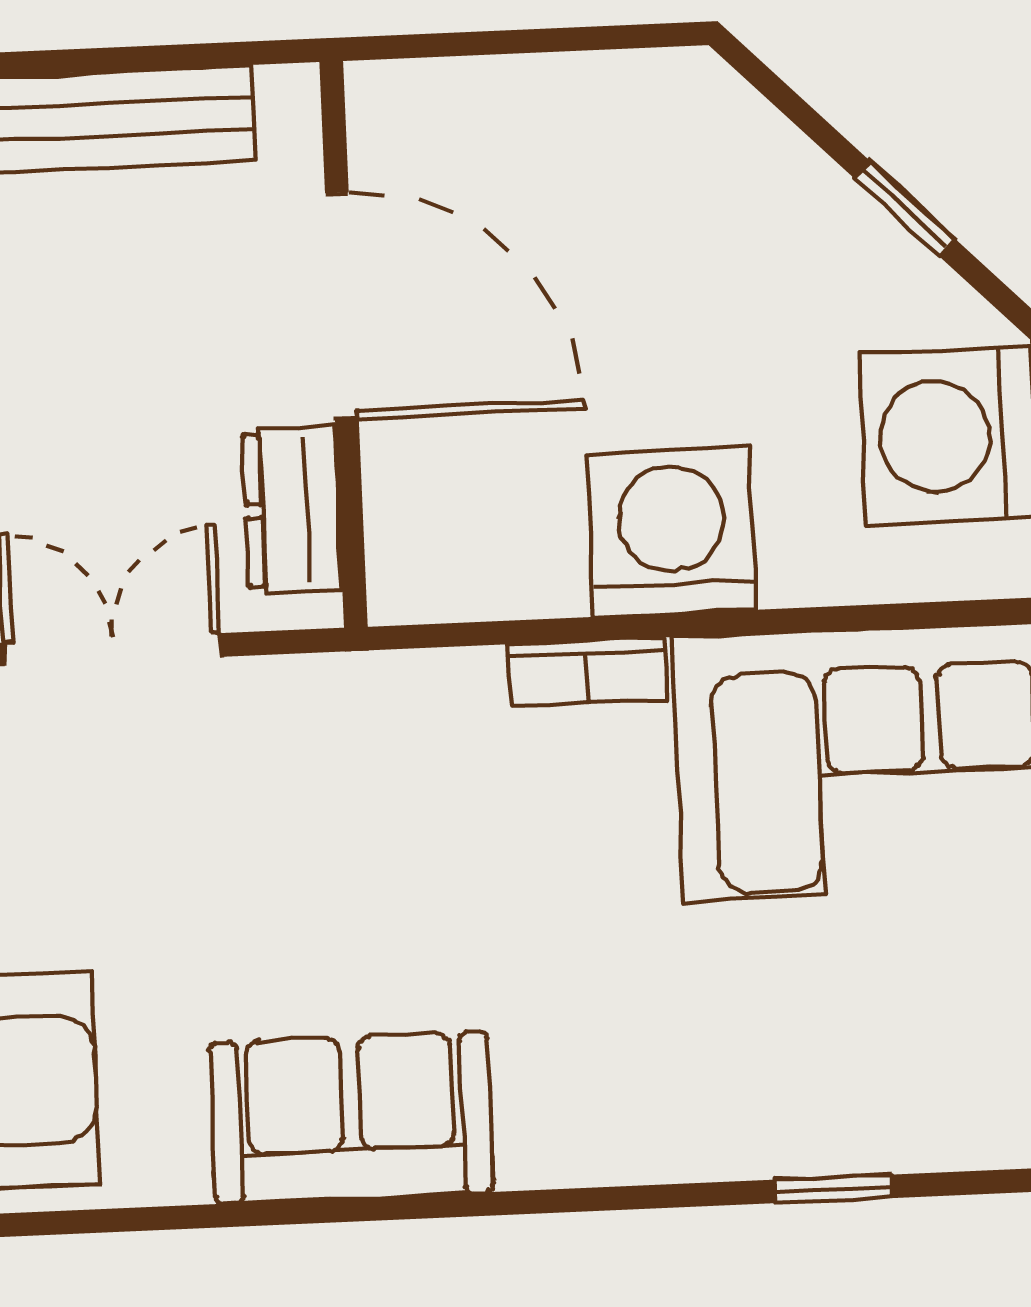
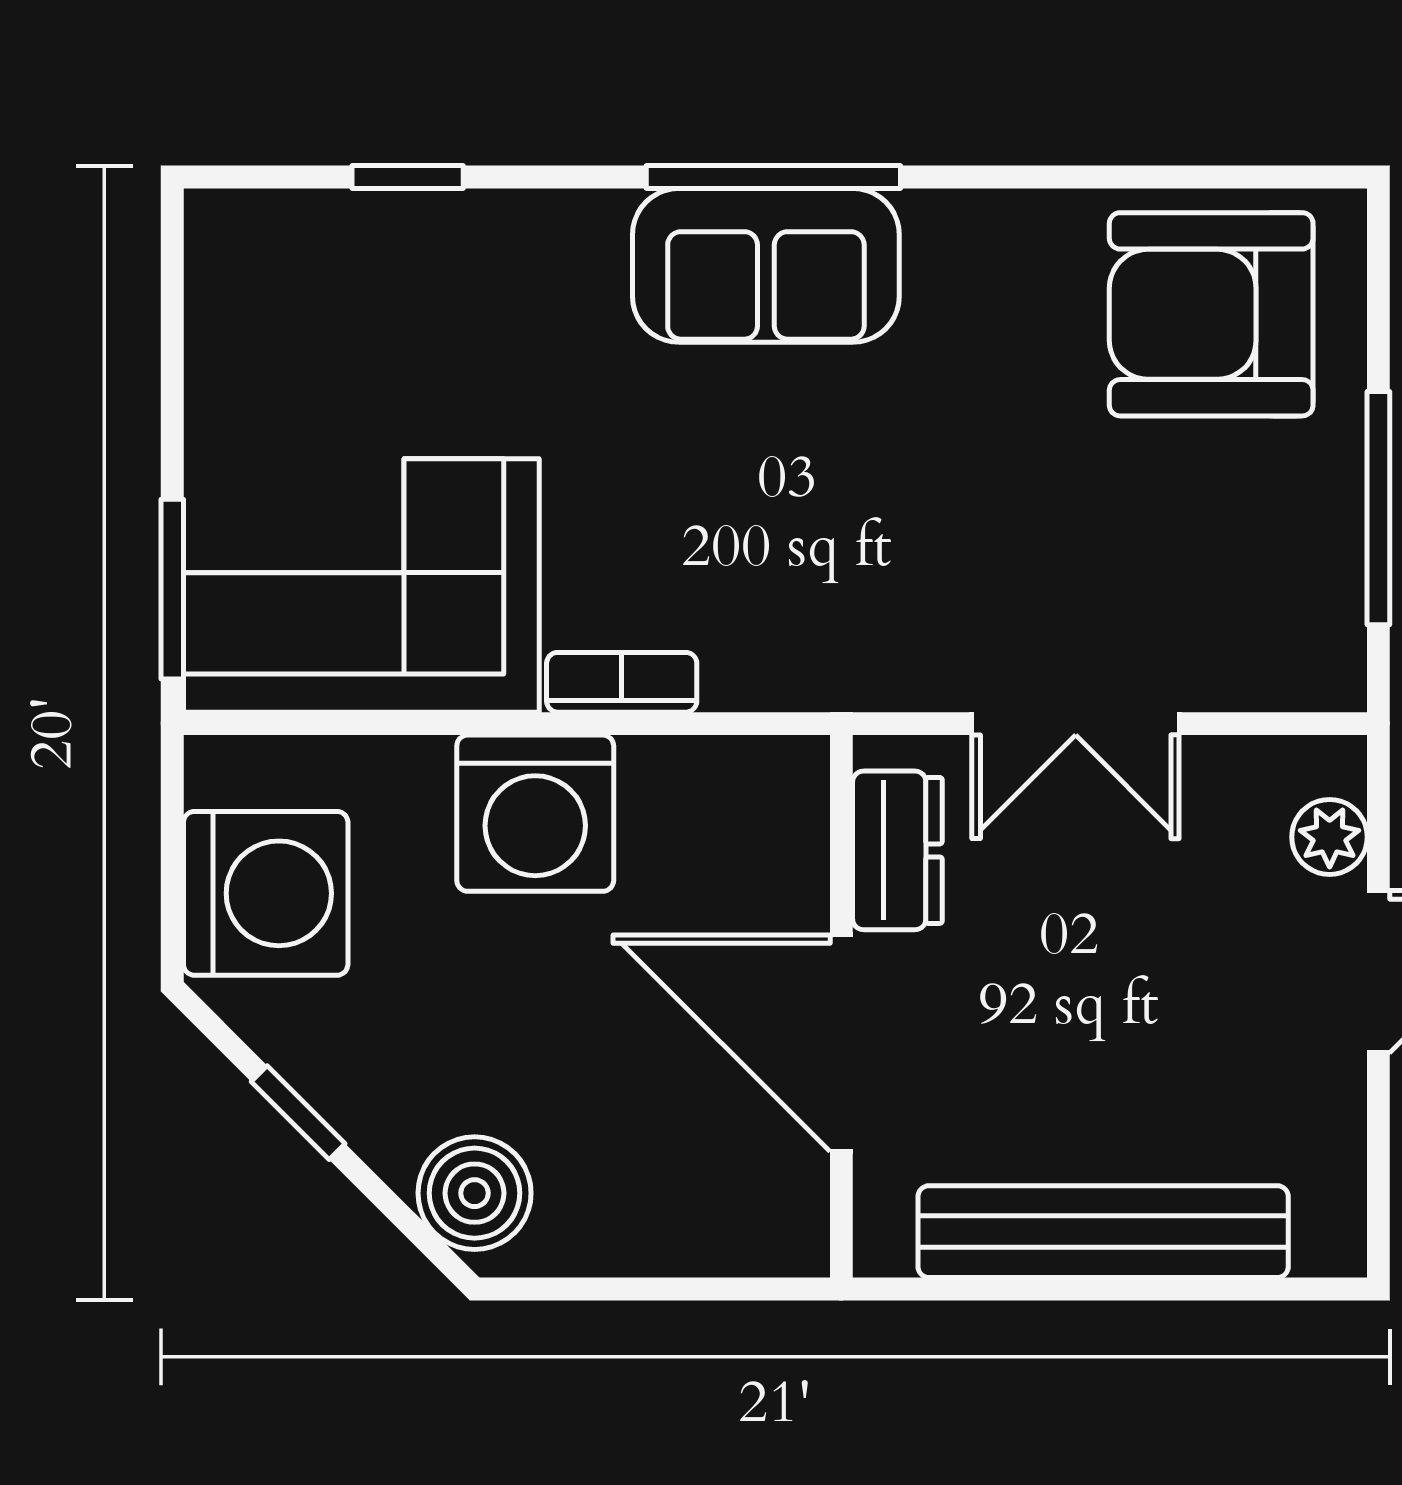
boiler: (717, 133) -> (475, 1193), added
sofa: (351, 1118) -> (766, 265), moved
window: (452, 1206) -> (773, 177), added

